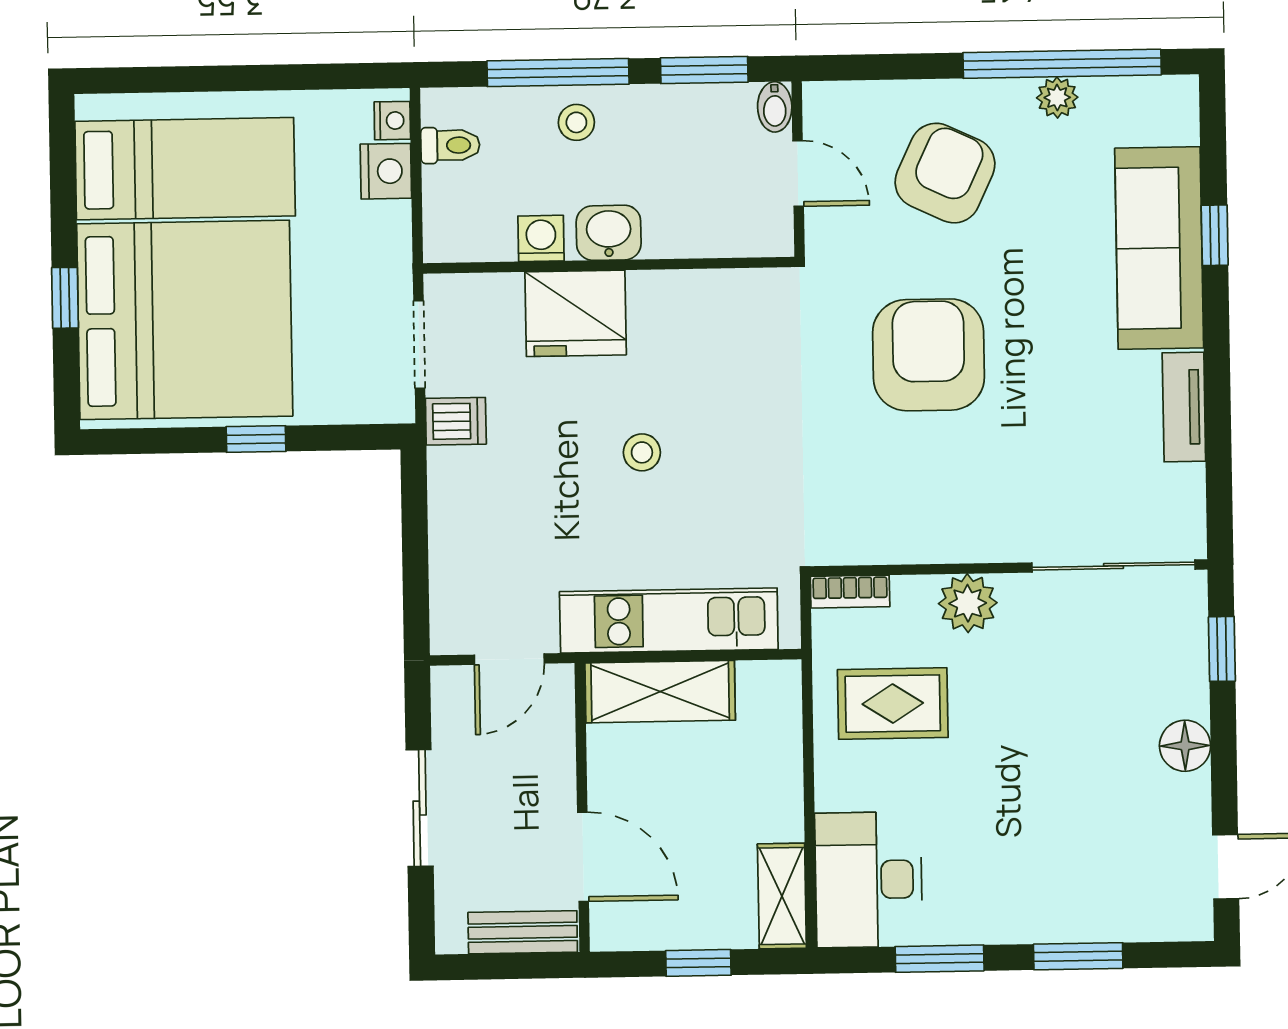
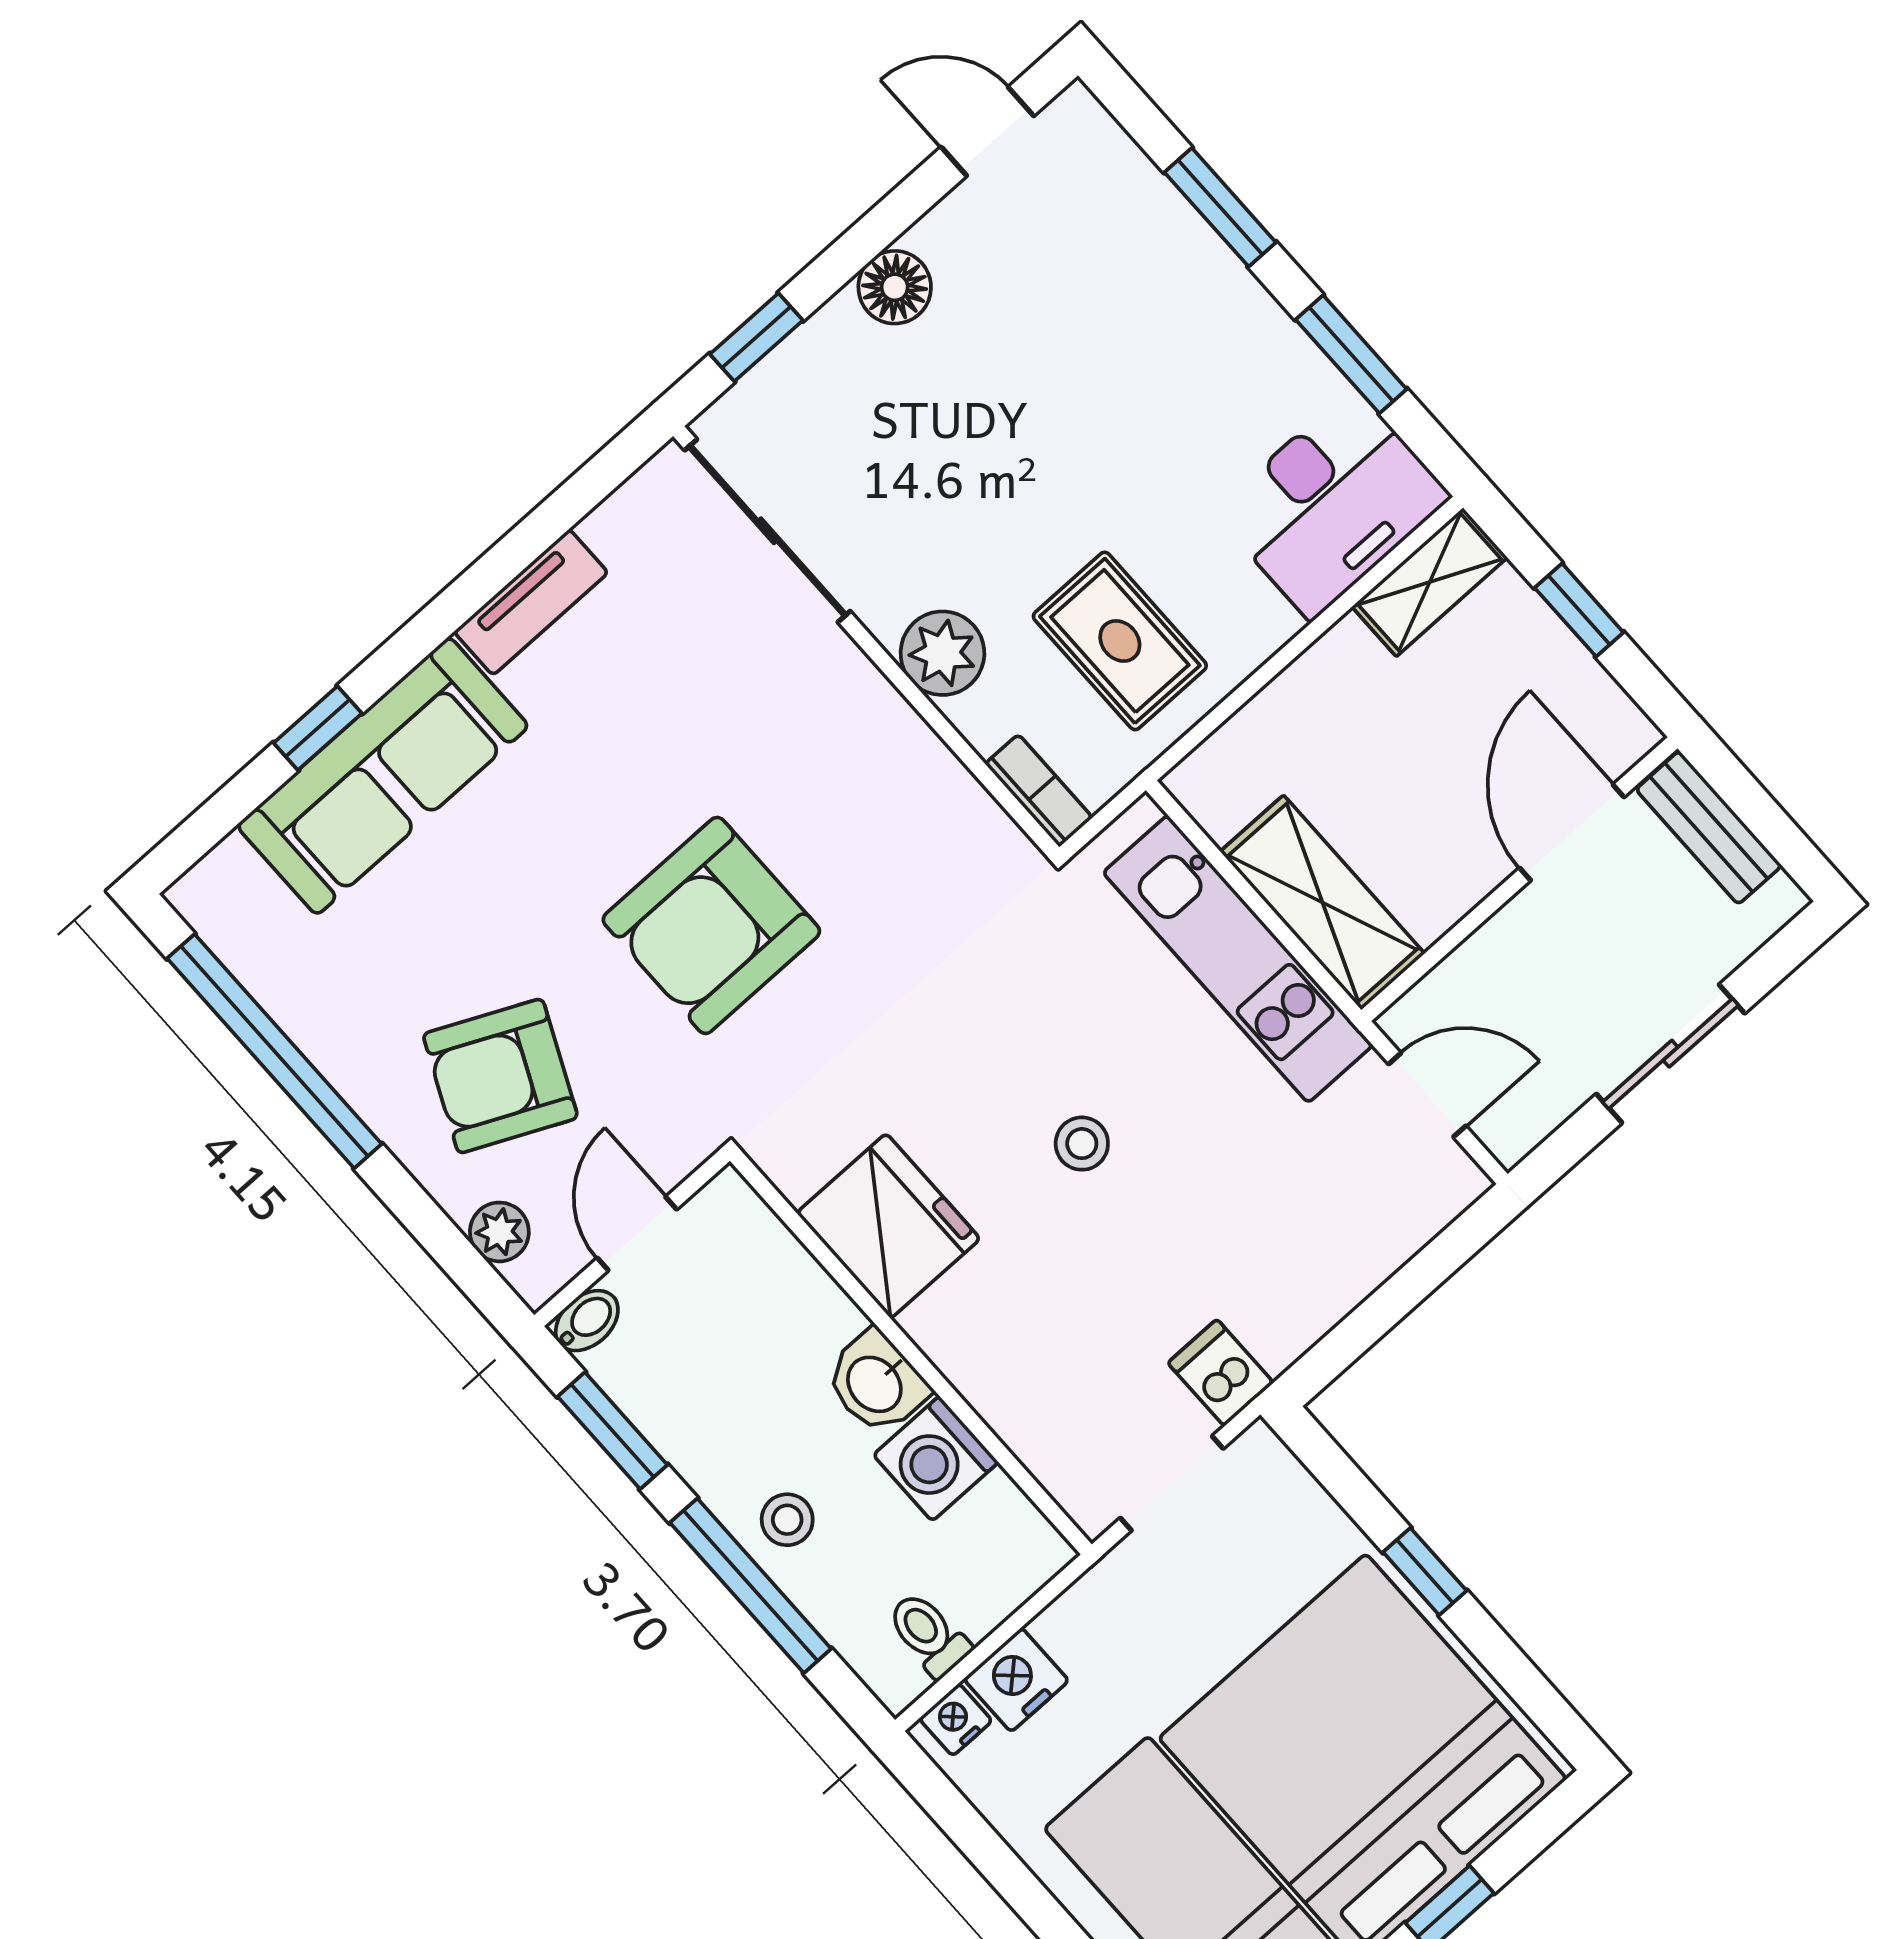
plant: (1057, 98) -> (499, 1232), moved
washing machine: (541, 238) -> (936, 1459), width x1.38, depth x1.38
fridge: (576, 313) -> (888, 1226), moved

